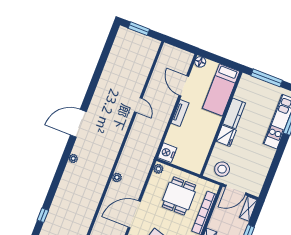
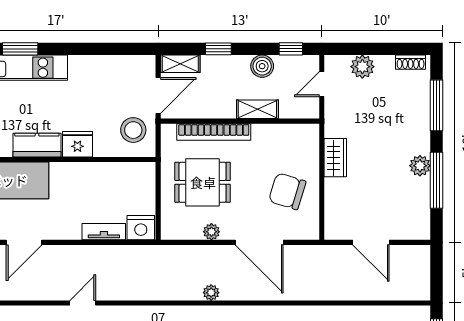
tv unit: (180, 113) -> (104, 232), moved
plant: (158, 169) -> (211, 232), moved
door: (236, 190) -> (158, 95), hinge flipped

